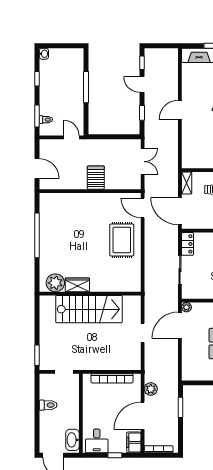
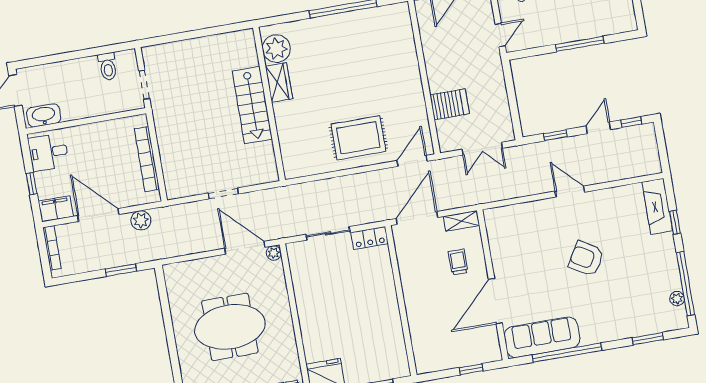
server rack: (96, 178) -> (450, 104), moved
stairs: (89, 309) -> (252, 105), width x0.73, depth x0.66
window: (37, 355) -> (162, 40), removed
toilet: (48, 405) -> (108, 67), moved

